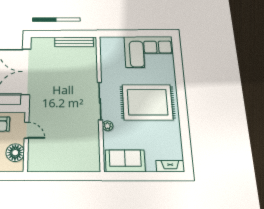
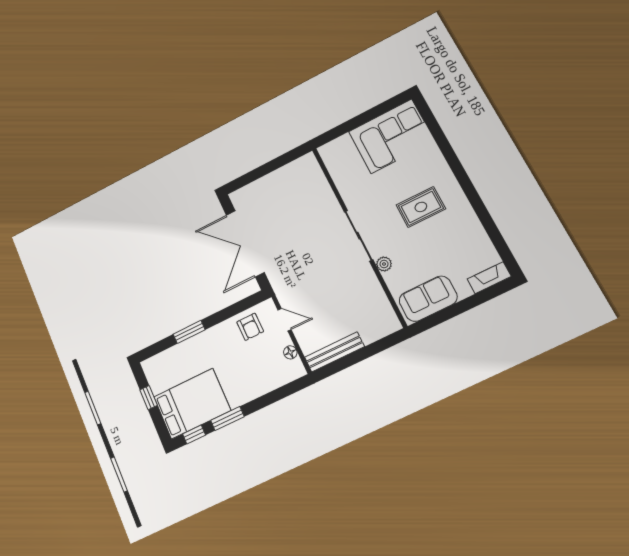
bench: (74, 42) -> (334, 352), moved
rug: (147, 102) -> (421, 207), width x0.54, depth x0.49
floor lamp: (15, 153) -> (290, 352), width x0.53, depth x0.53

